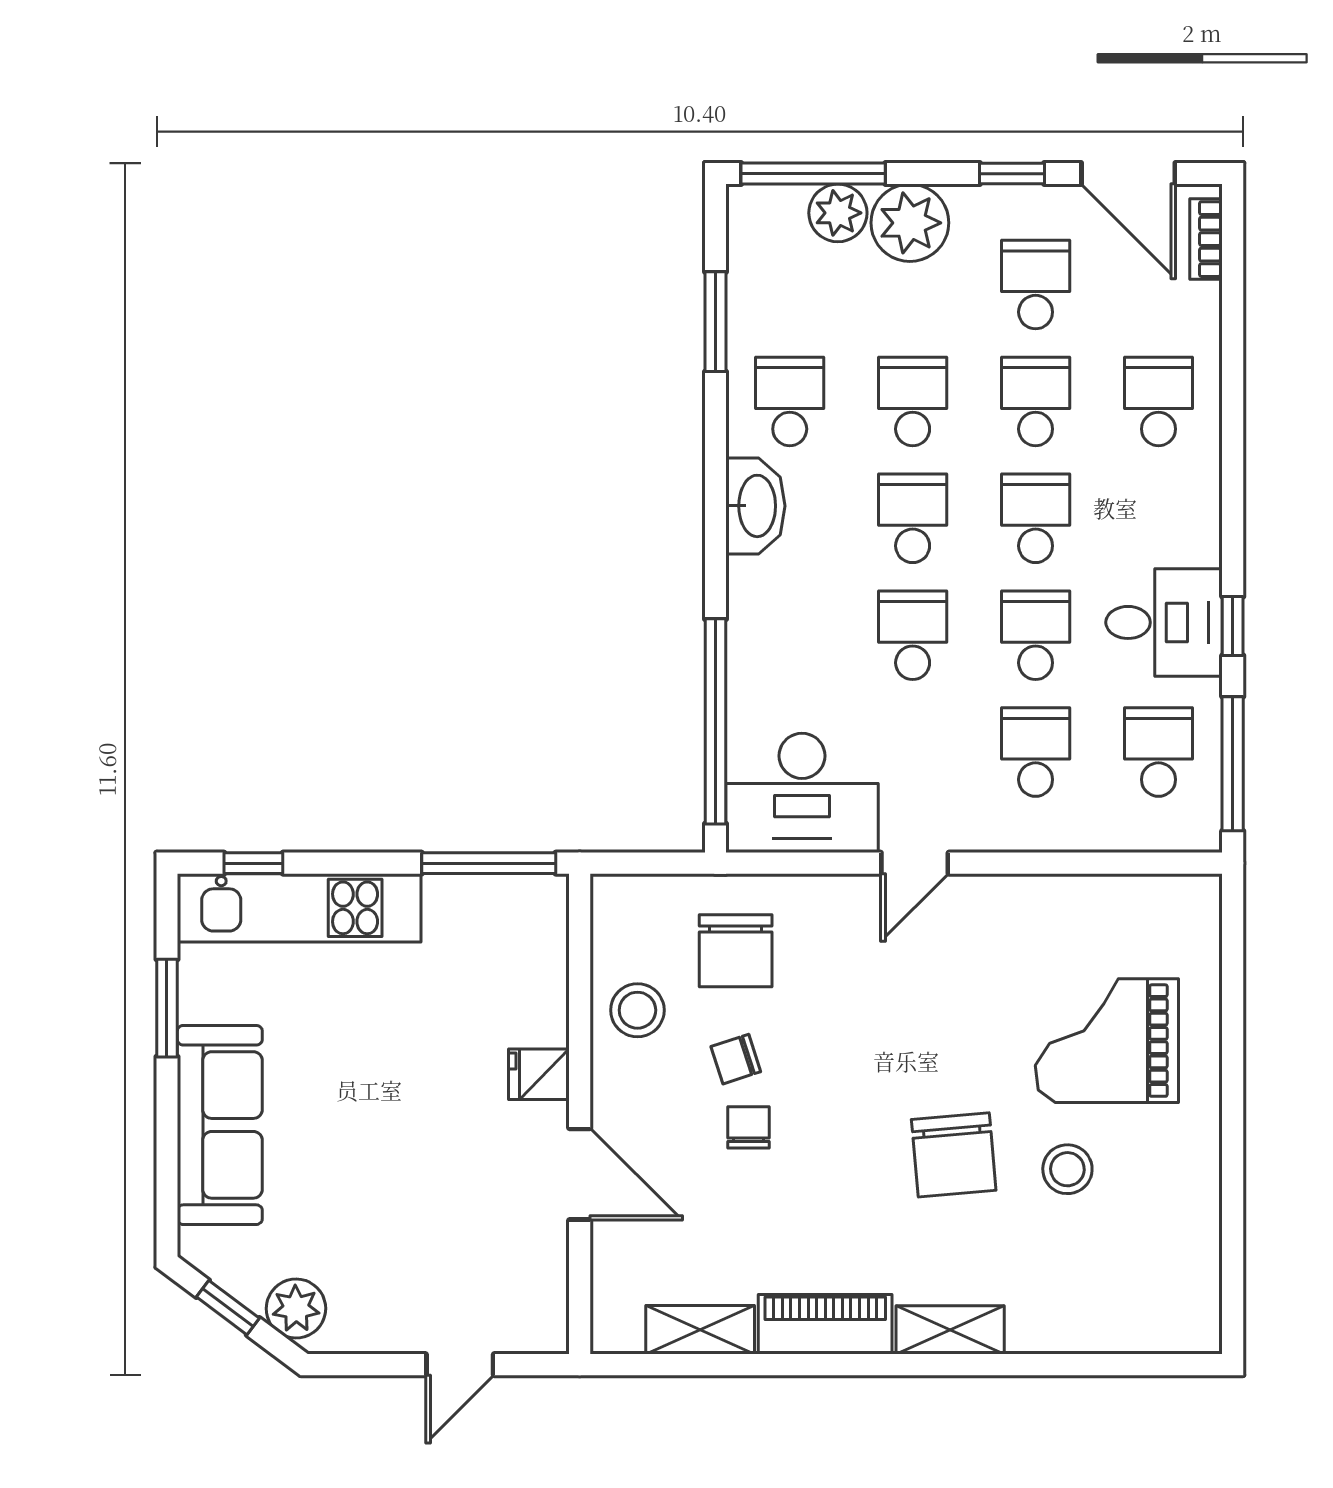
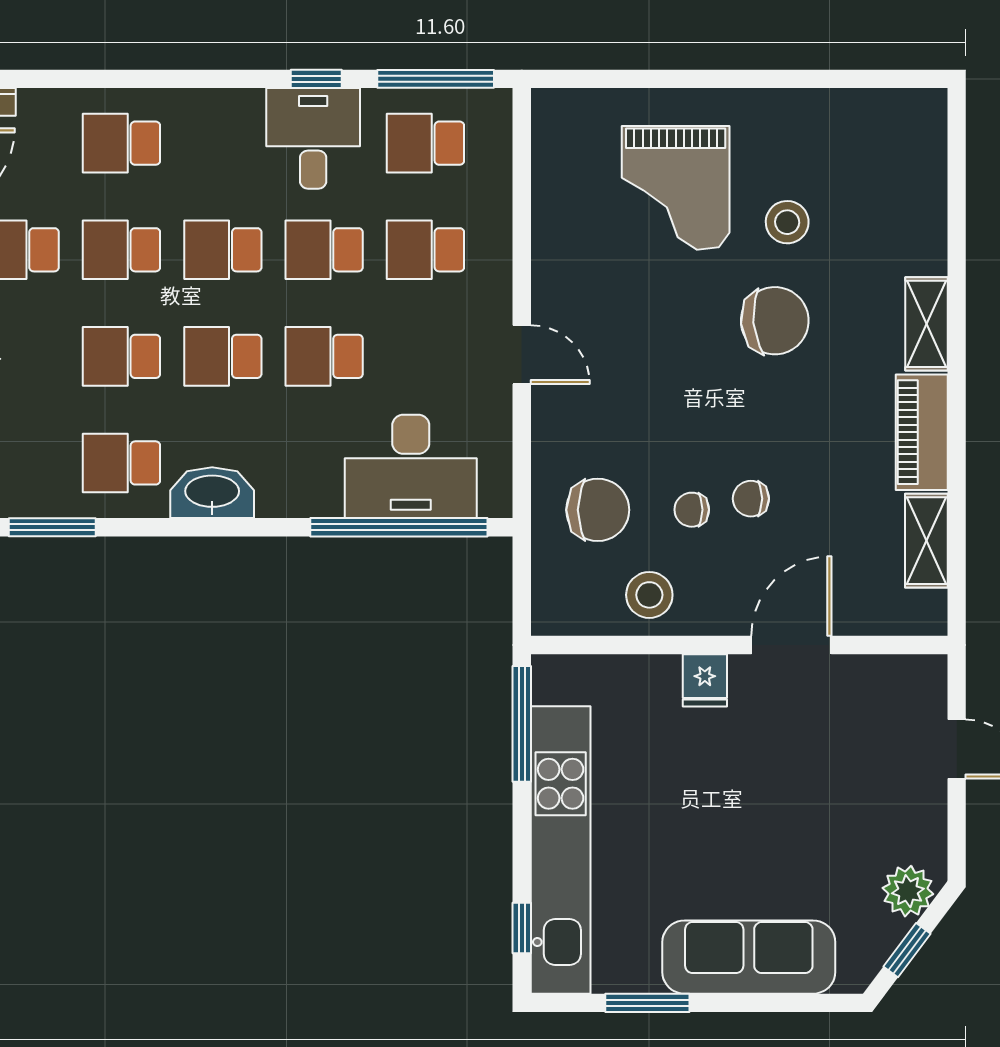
desk: (802, 793) -> (411, 466), moved, turned 90
kitchen unit: (299, 908) -> (561, 850), width x1.36
chair: (736, 1059) -> (692, 510), turned 108

